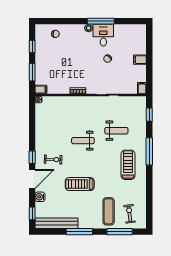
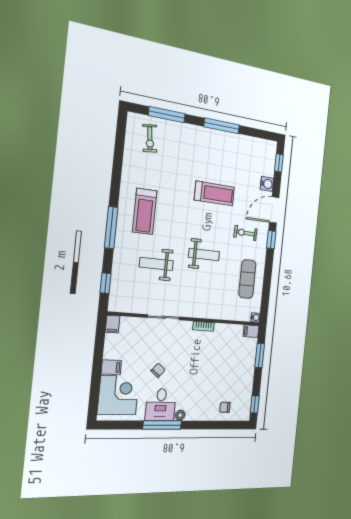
corner desk: (133, 41) -> (118, 395), added
window: (32, 47) -> (255, 404), moved
exercise mat: (109, 211) -> (247, 279), moved
bench: (56, 223) -> (250, 144), removed

